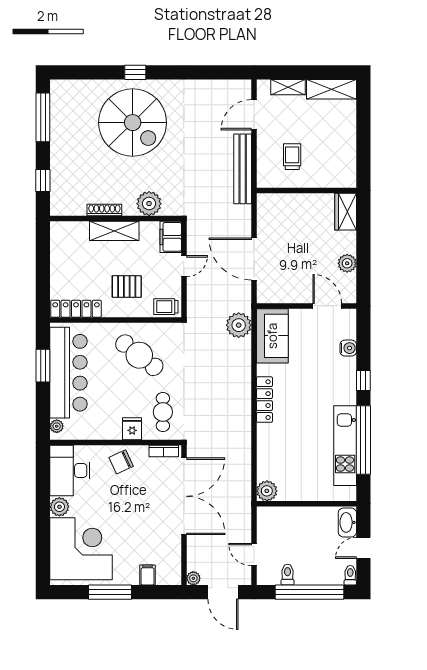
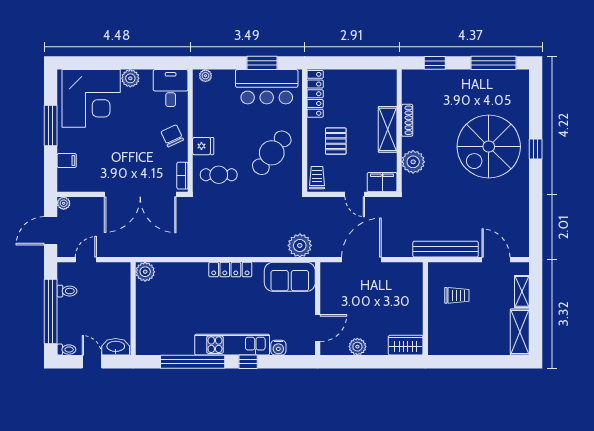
bar counter: (69, 373) -> (267, 87), width x0.73
kitchen unit: (345, 446) -> (232, 345), moved
desk: (70, 471) -> (171, 88), width x0.73

